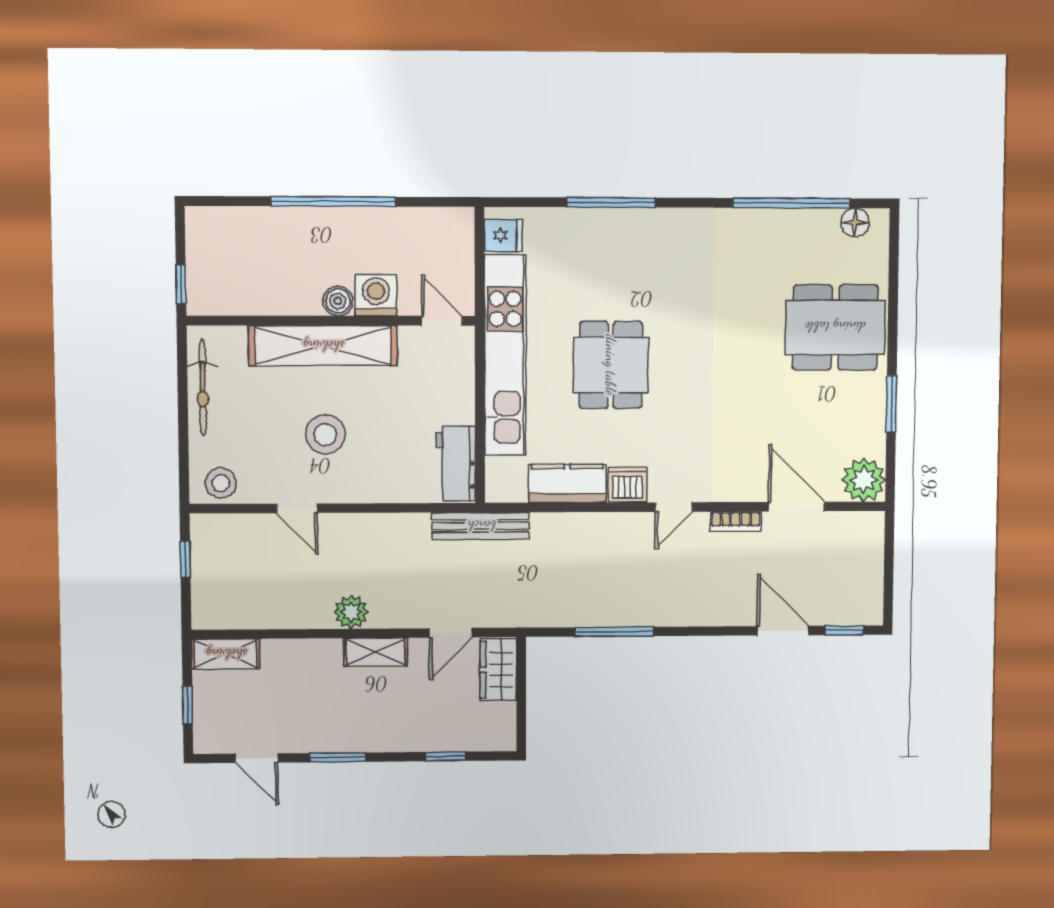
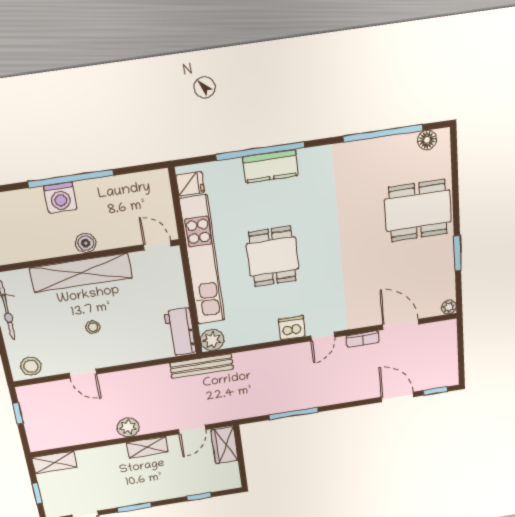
window: (611, 202) -> (260, 151), width x1.46
washing machine: (376, 295) -> (60, 198), moved, turned 180
stool: (325, 434) -> (93, 327), width x0.53, depth x0.53
plant: (864, 480) -> (449, 307), width x0.53, depth x0.53
kitchen counter: (567, 483) -> (270, 166), moved, turned 180
plant: (503, 485) -> (212, 340), added

